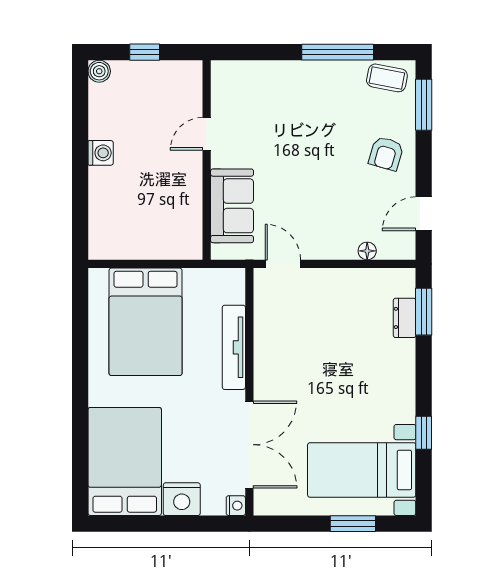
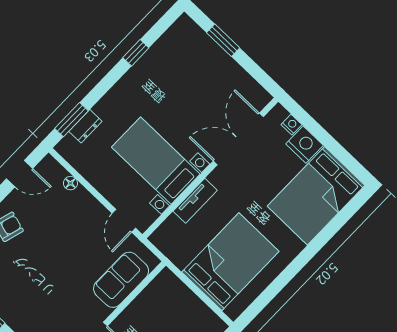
tv unit: (234, 347) -> (195, 201), width x0.71
bed with nightstands: (362, 470) -> (156, 161), moved, turned 180
nightstand: (236, 506) -> (291, 125), moved, turned 90

